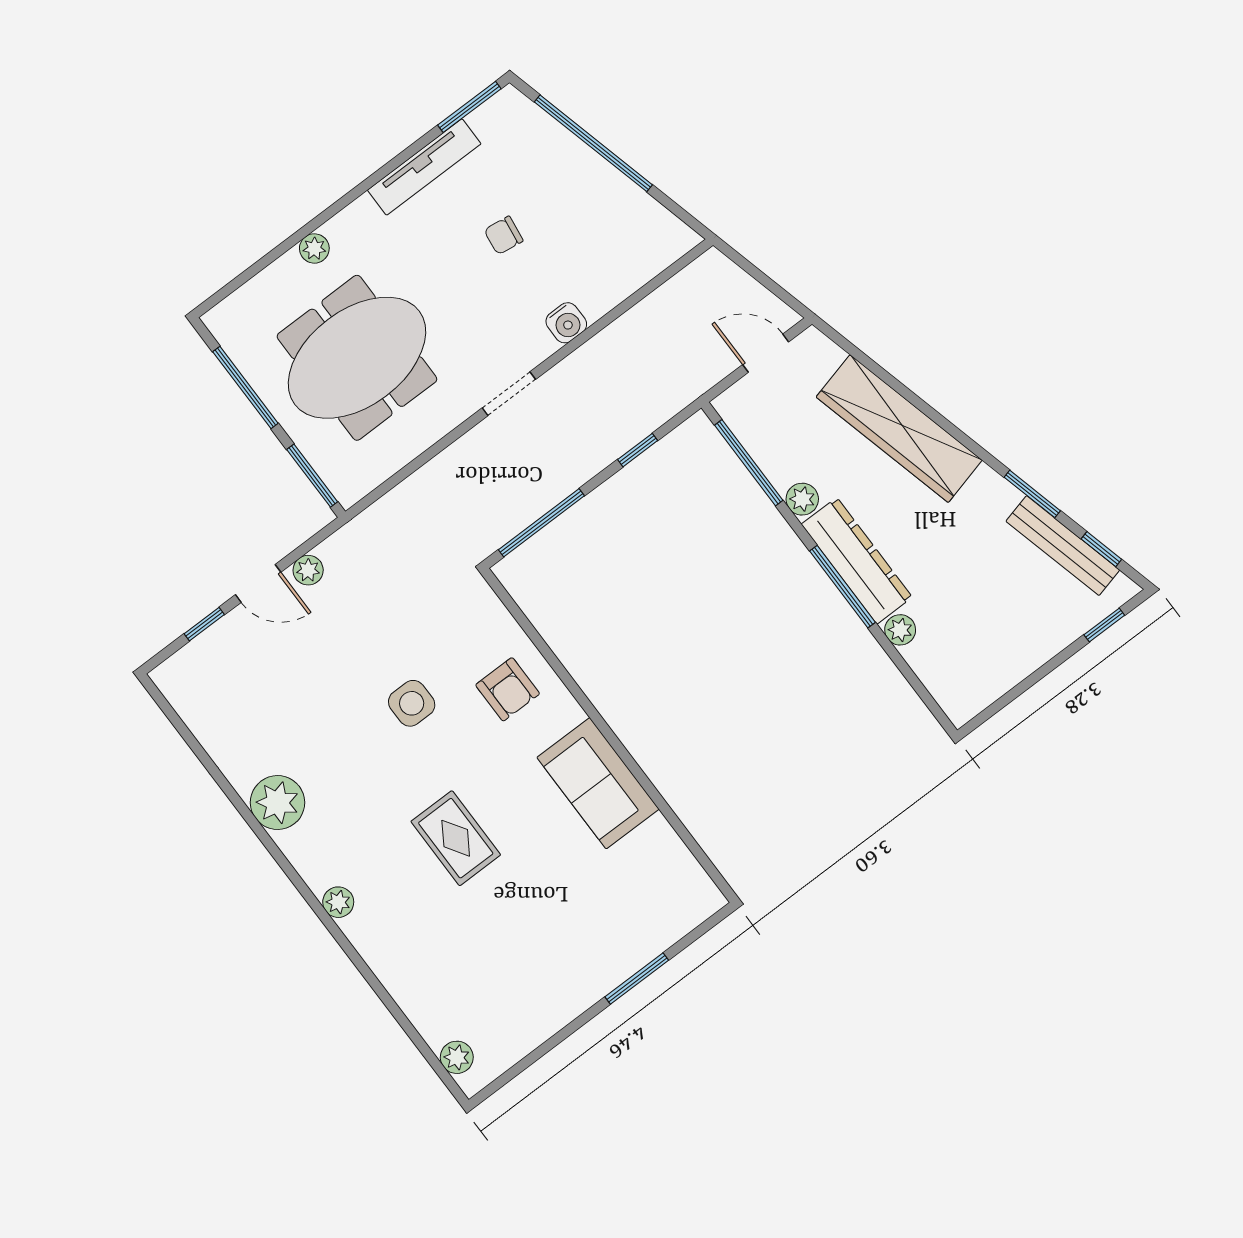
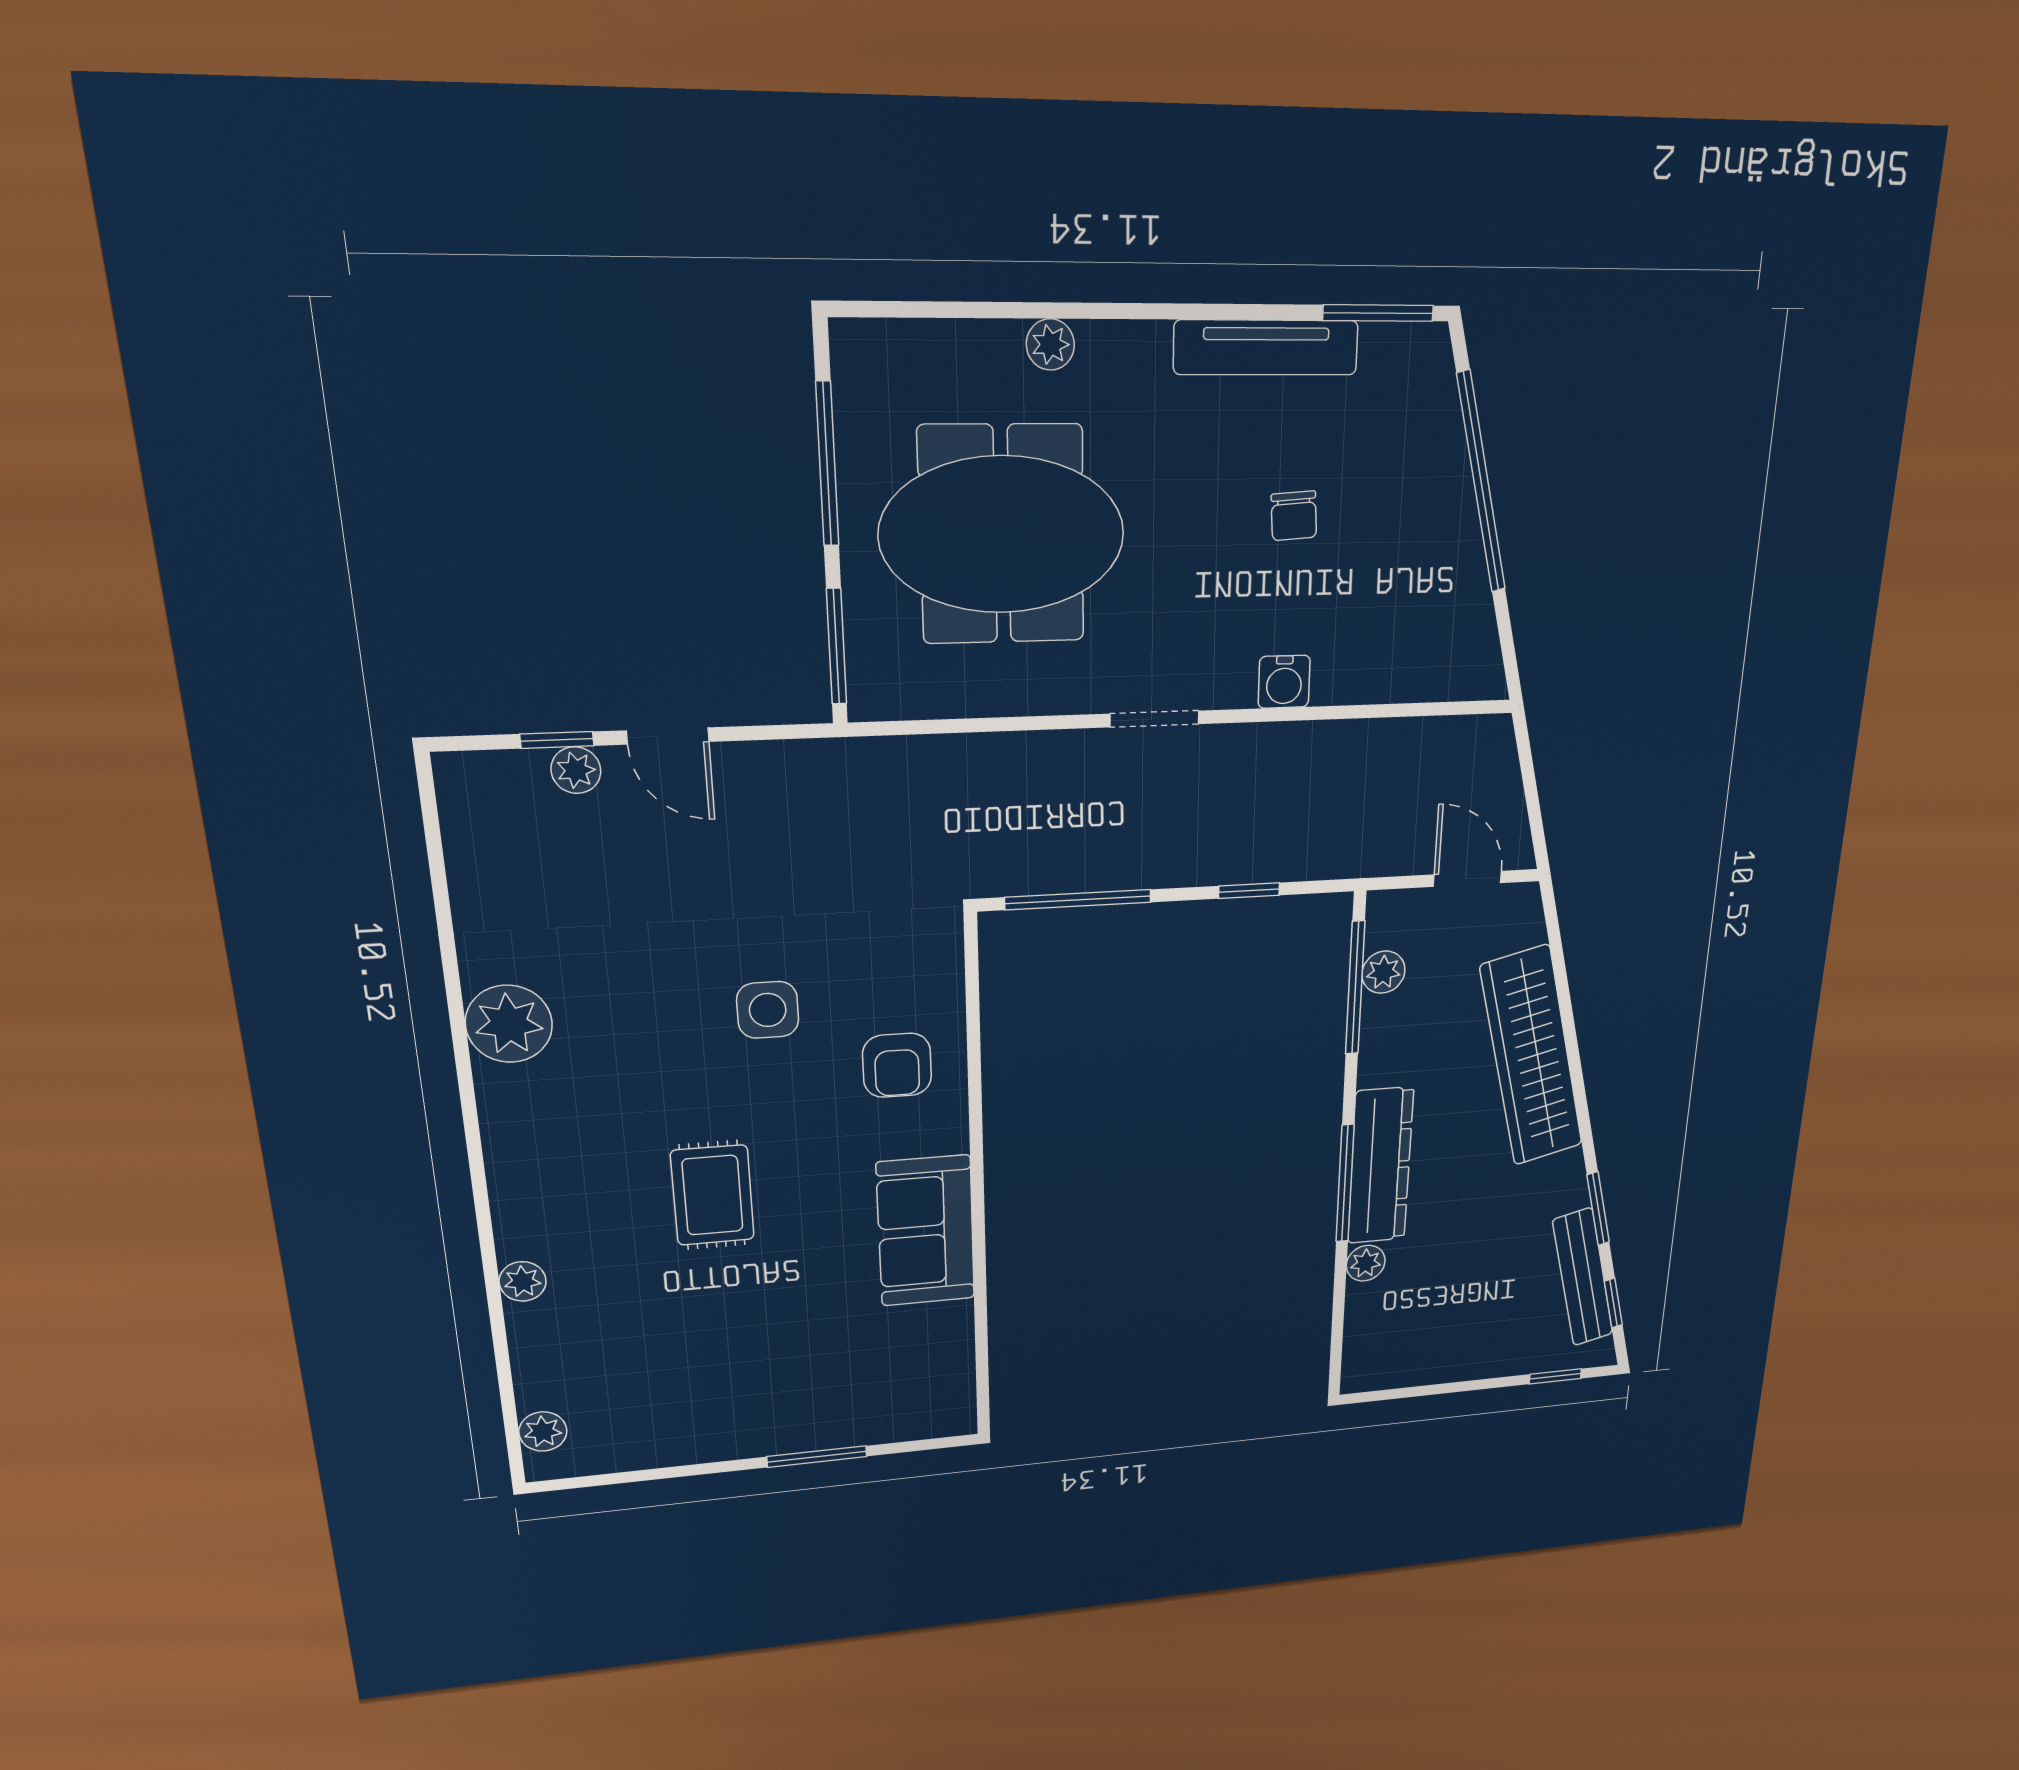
chair: (504, 235) -> (1294, 516), turned -102
plant: (802, 499) -> (1383, 972), moved
plant: (308, 570) -> (576, 770), moved
plant: (338, 902) -> (523, 1281), moved

